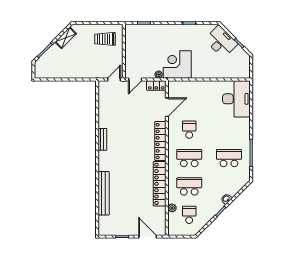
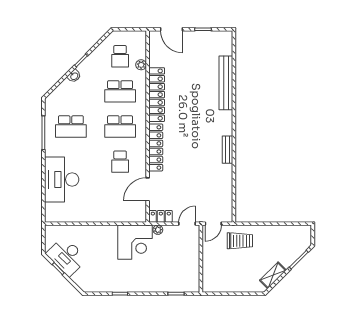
trolley: (105, 39) -> (240, 241), moved
desk: (221, 42) -> (67, 256), moved
desk: (236, 99) -> (62, 179), moved

